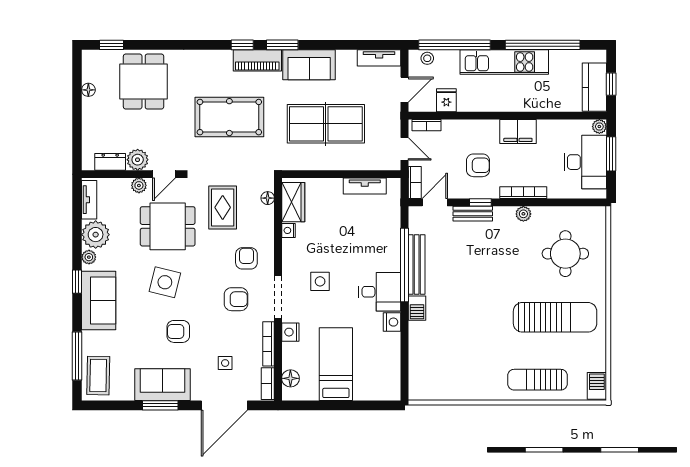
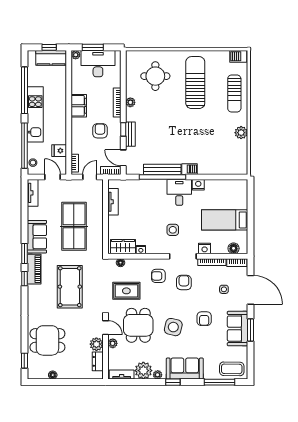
plant: (475, 390) -> (241, 133), added

